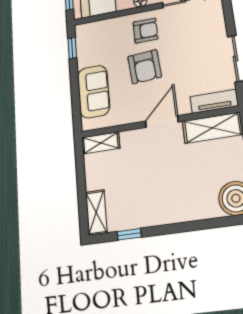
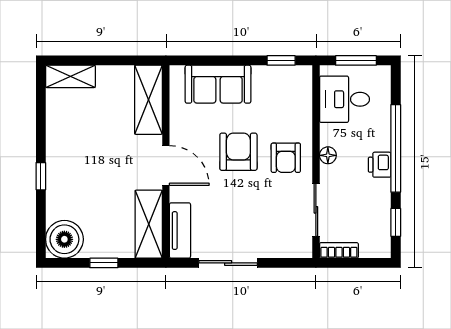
armchair: (145, 67) -> (238, 152), turned 94
shelving: (101, 143) -> (148, 100), width x1.50, depth x1.33
window: (129, 234) -> (41, 176), moved

